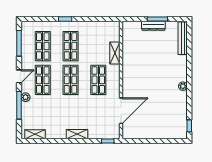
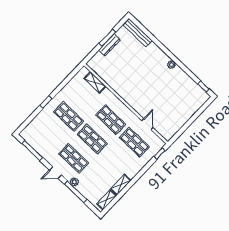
shop shelf: (43, 46) -> (134, 142), moved
shelving: (115, 53) -> (95, 82), moved
door: (19, 76) -> (55, 173), swing flipped
door: (121, 111) -> (147, 124), width x0.53
shelving: (77, 134) -> (121, 185), moved

